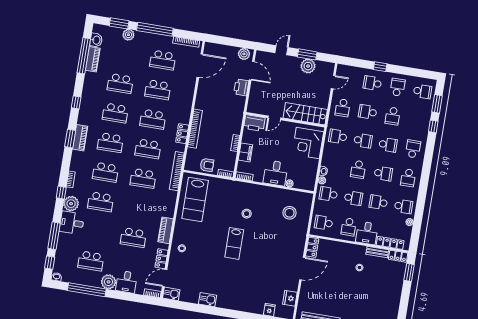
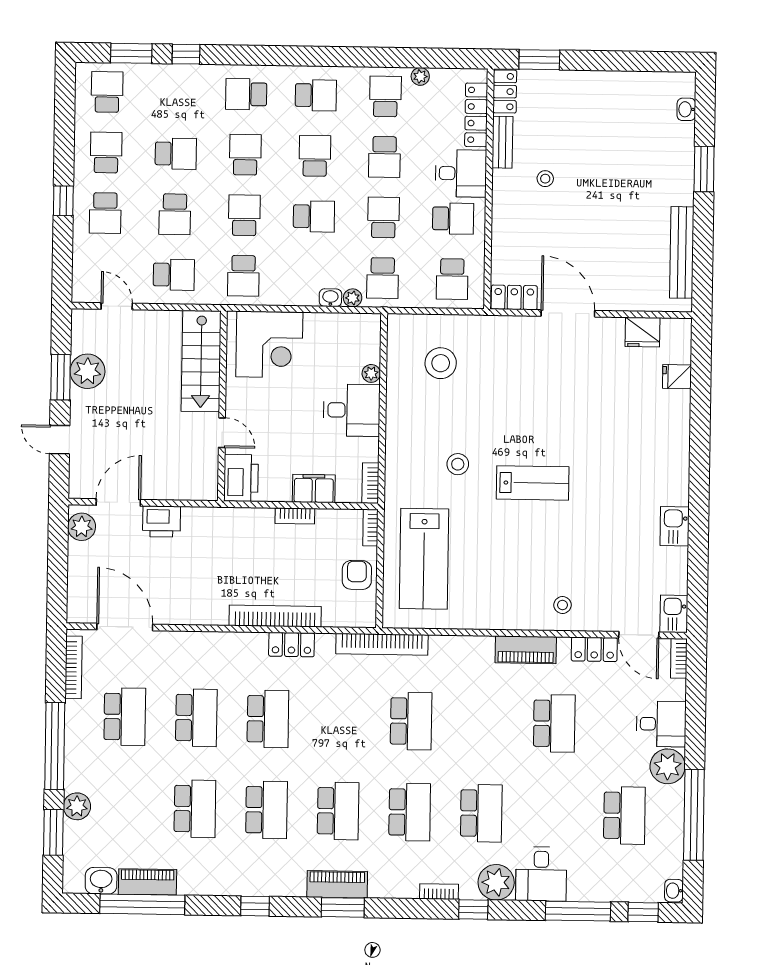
school desk: (397, 87) -> (106, 153), turned 90
school desk: (148, 149) -> (339, 720), removed
lab bench: (195, 199) -> (424, 559), moved, turned 90

